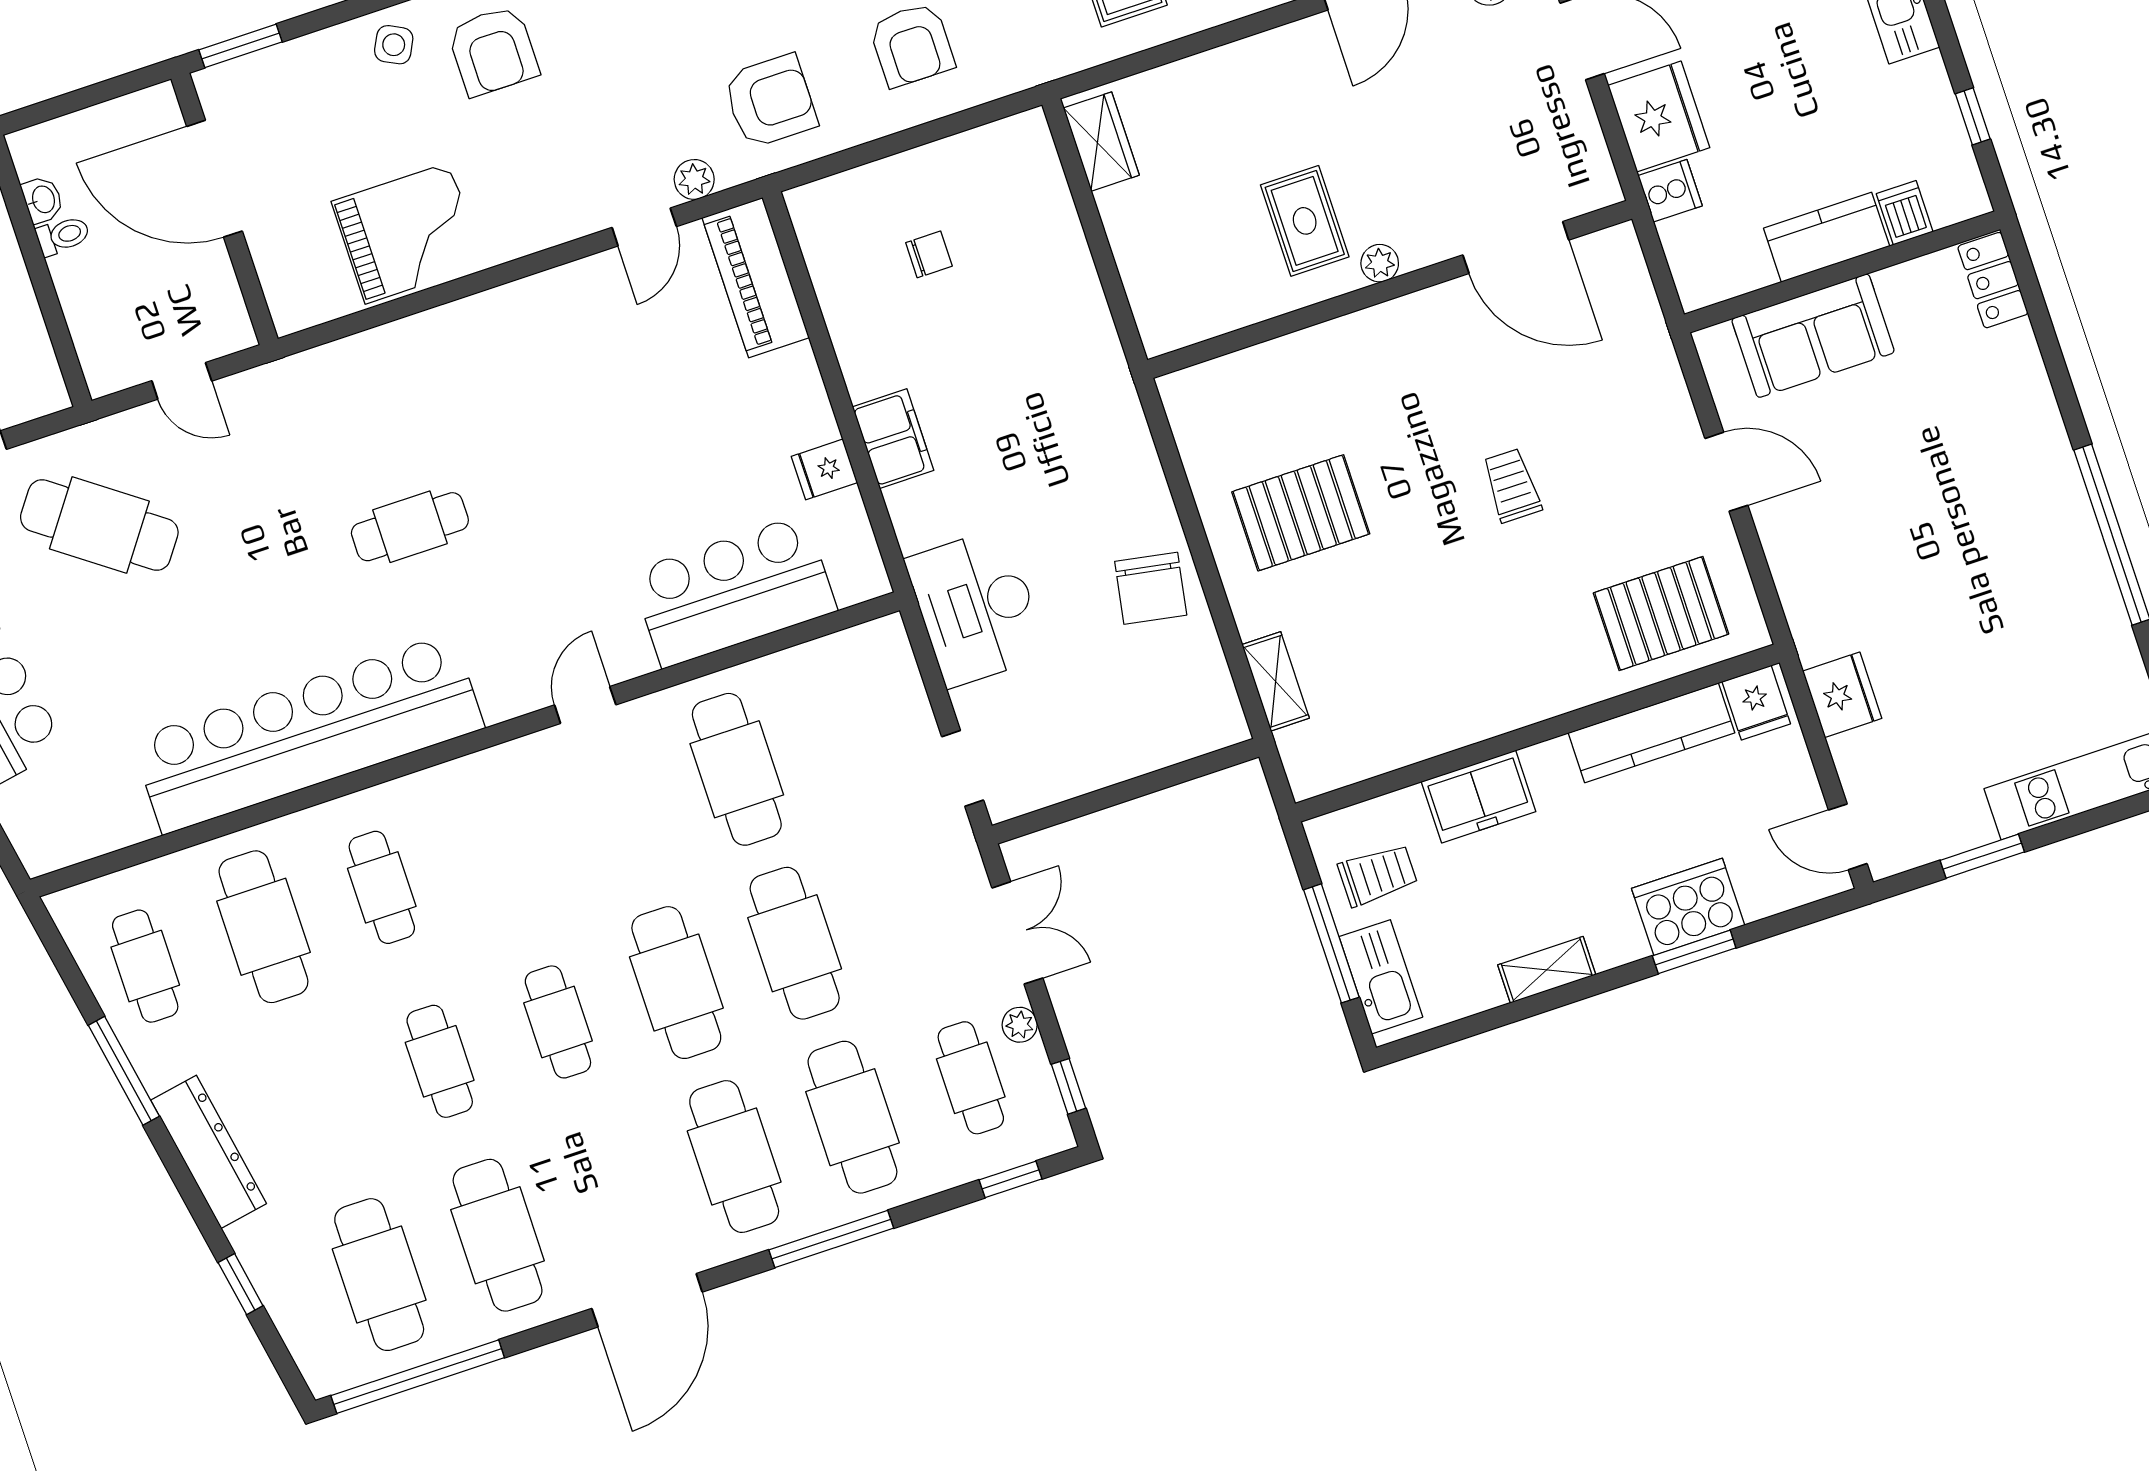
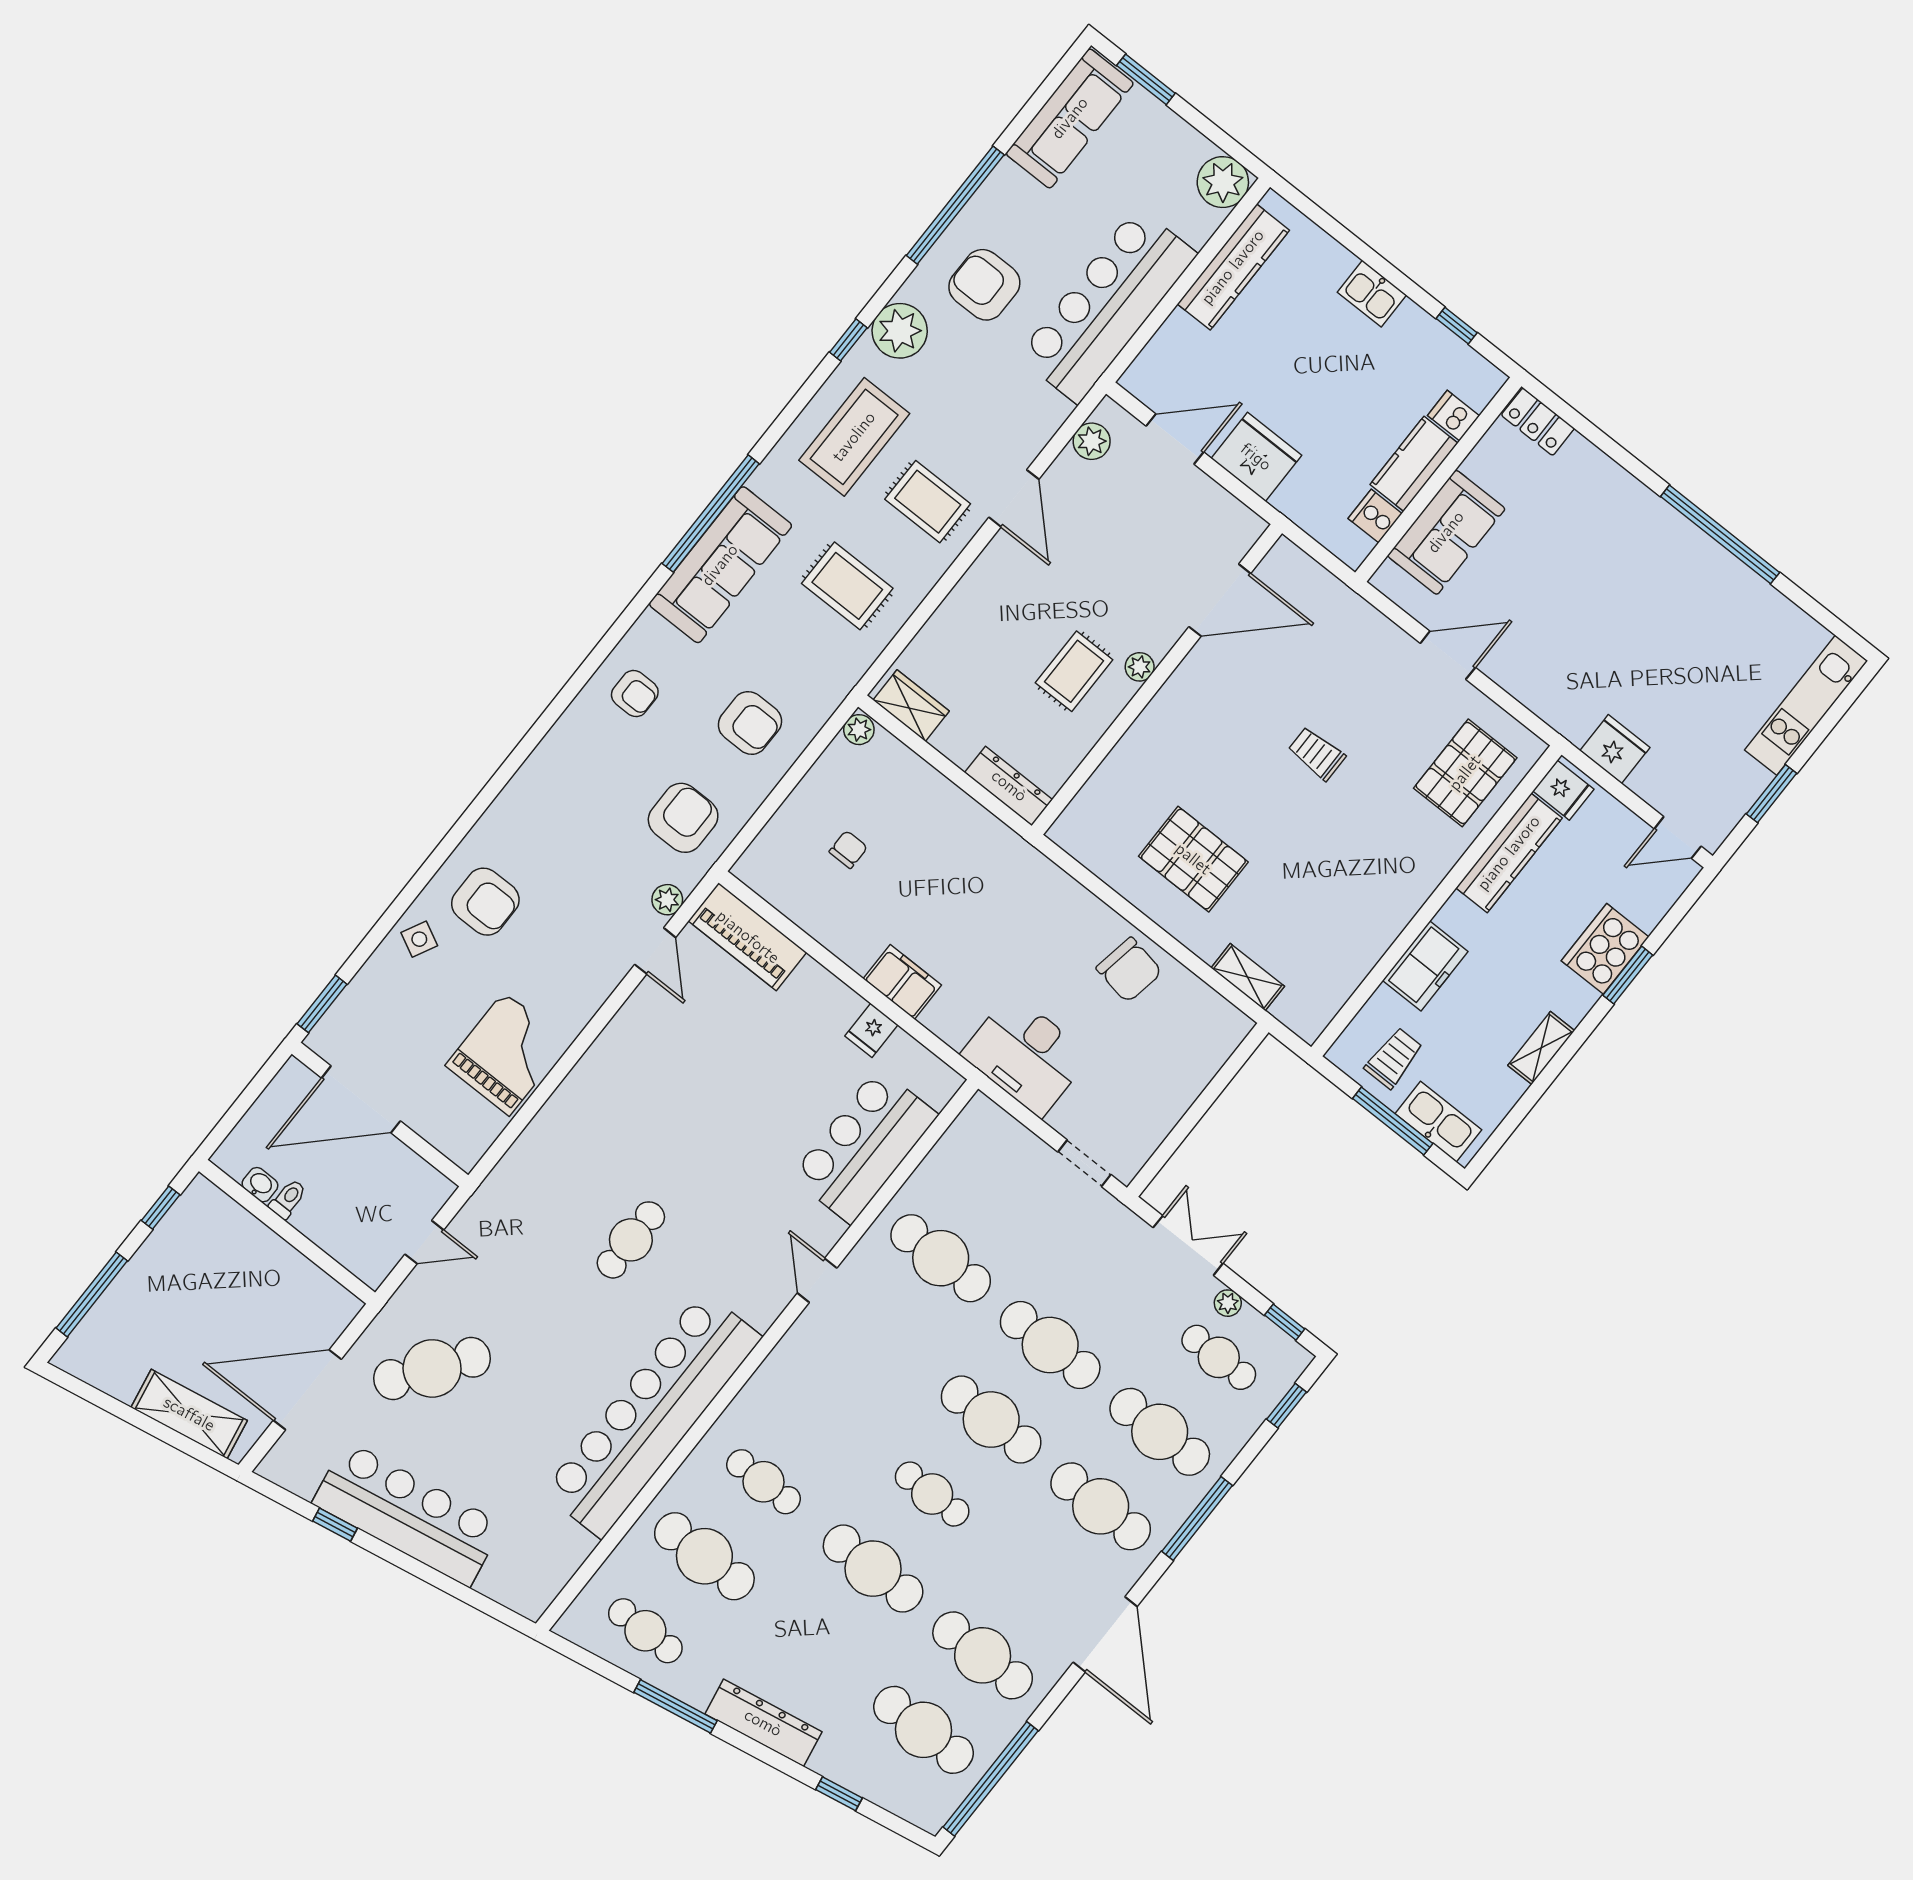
plant: (1027, 130) -> (859, 730), added
cooker: (1670, 191) -> (1375, 516), moved, turned -90
rug: (1305, 221) -> (1074, 671), turned 90
dresser: (1150, 300) -> (1009, 786), added
pallet: (1301, 513) -> (1193, 859), turned 90
cafe table: (440, 1061) -> (873, 1569), width x1.37, depth x1.35

